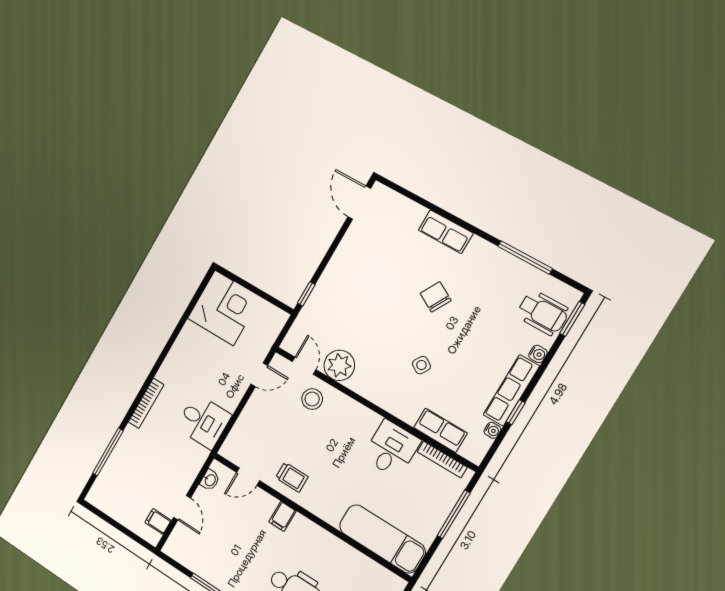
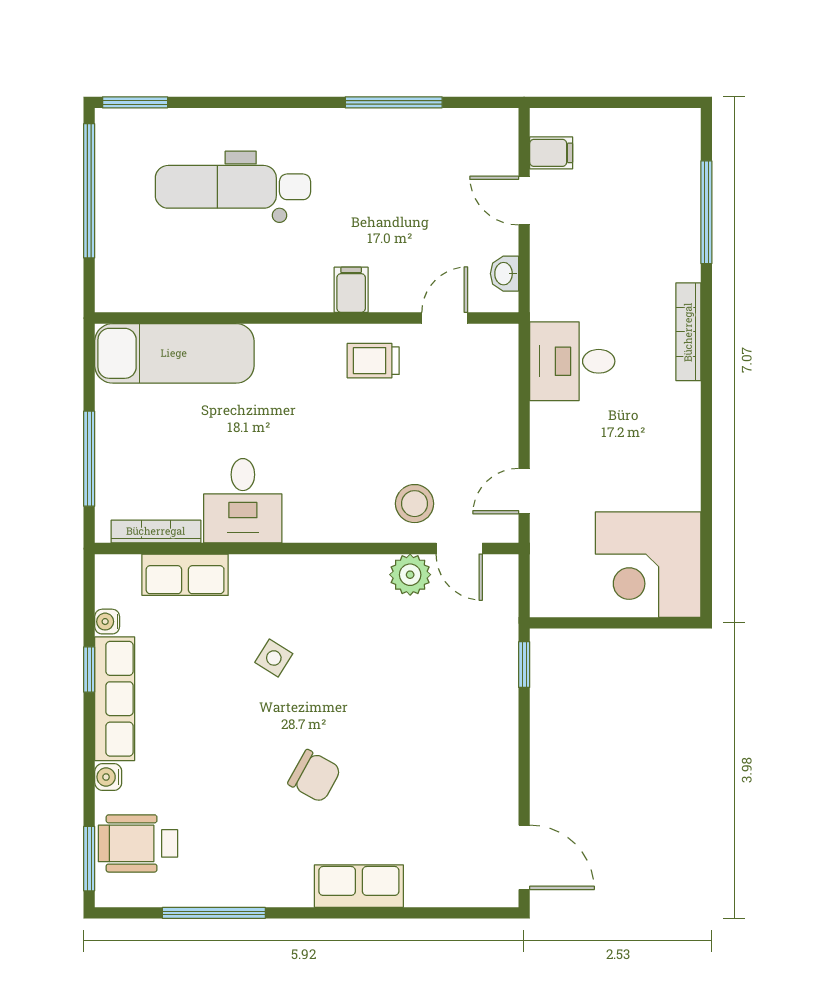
plant: (339, 365) -> (410, 575), width x0.73, depth x0.73

